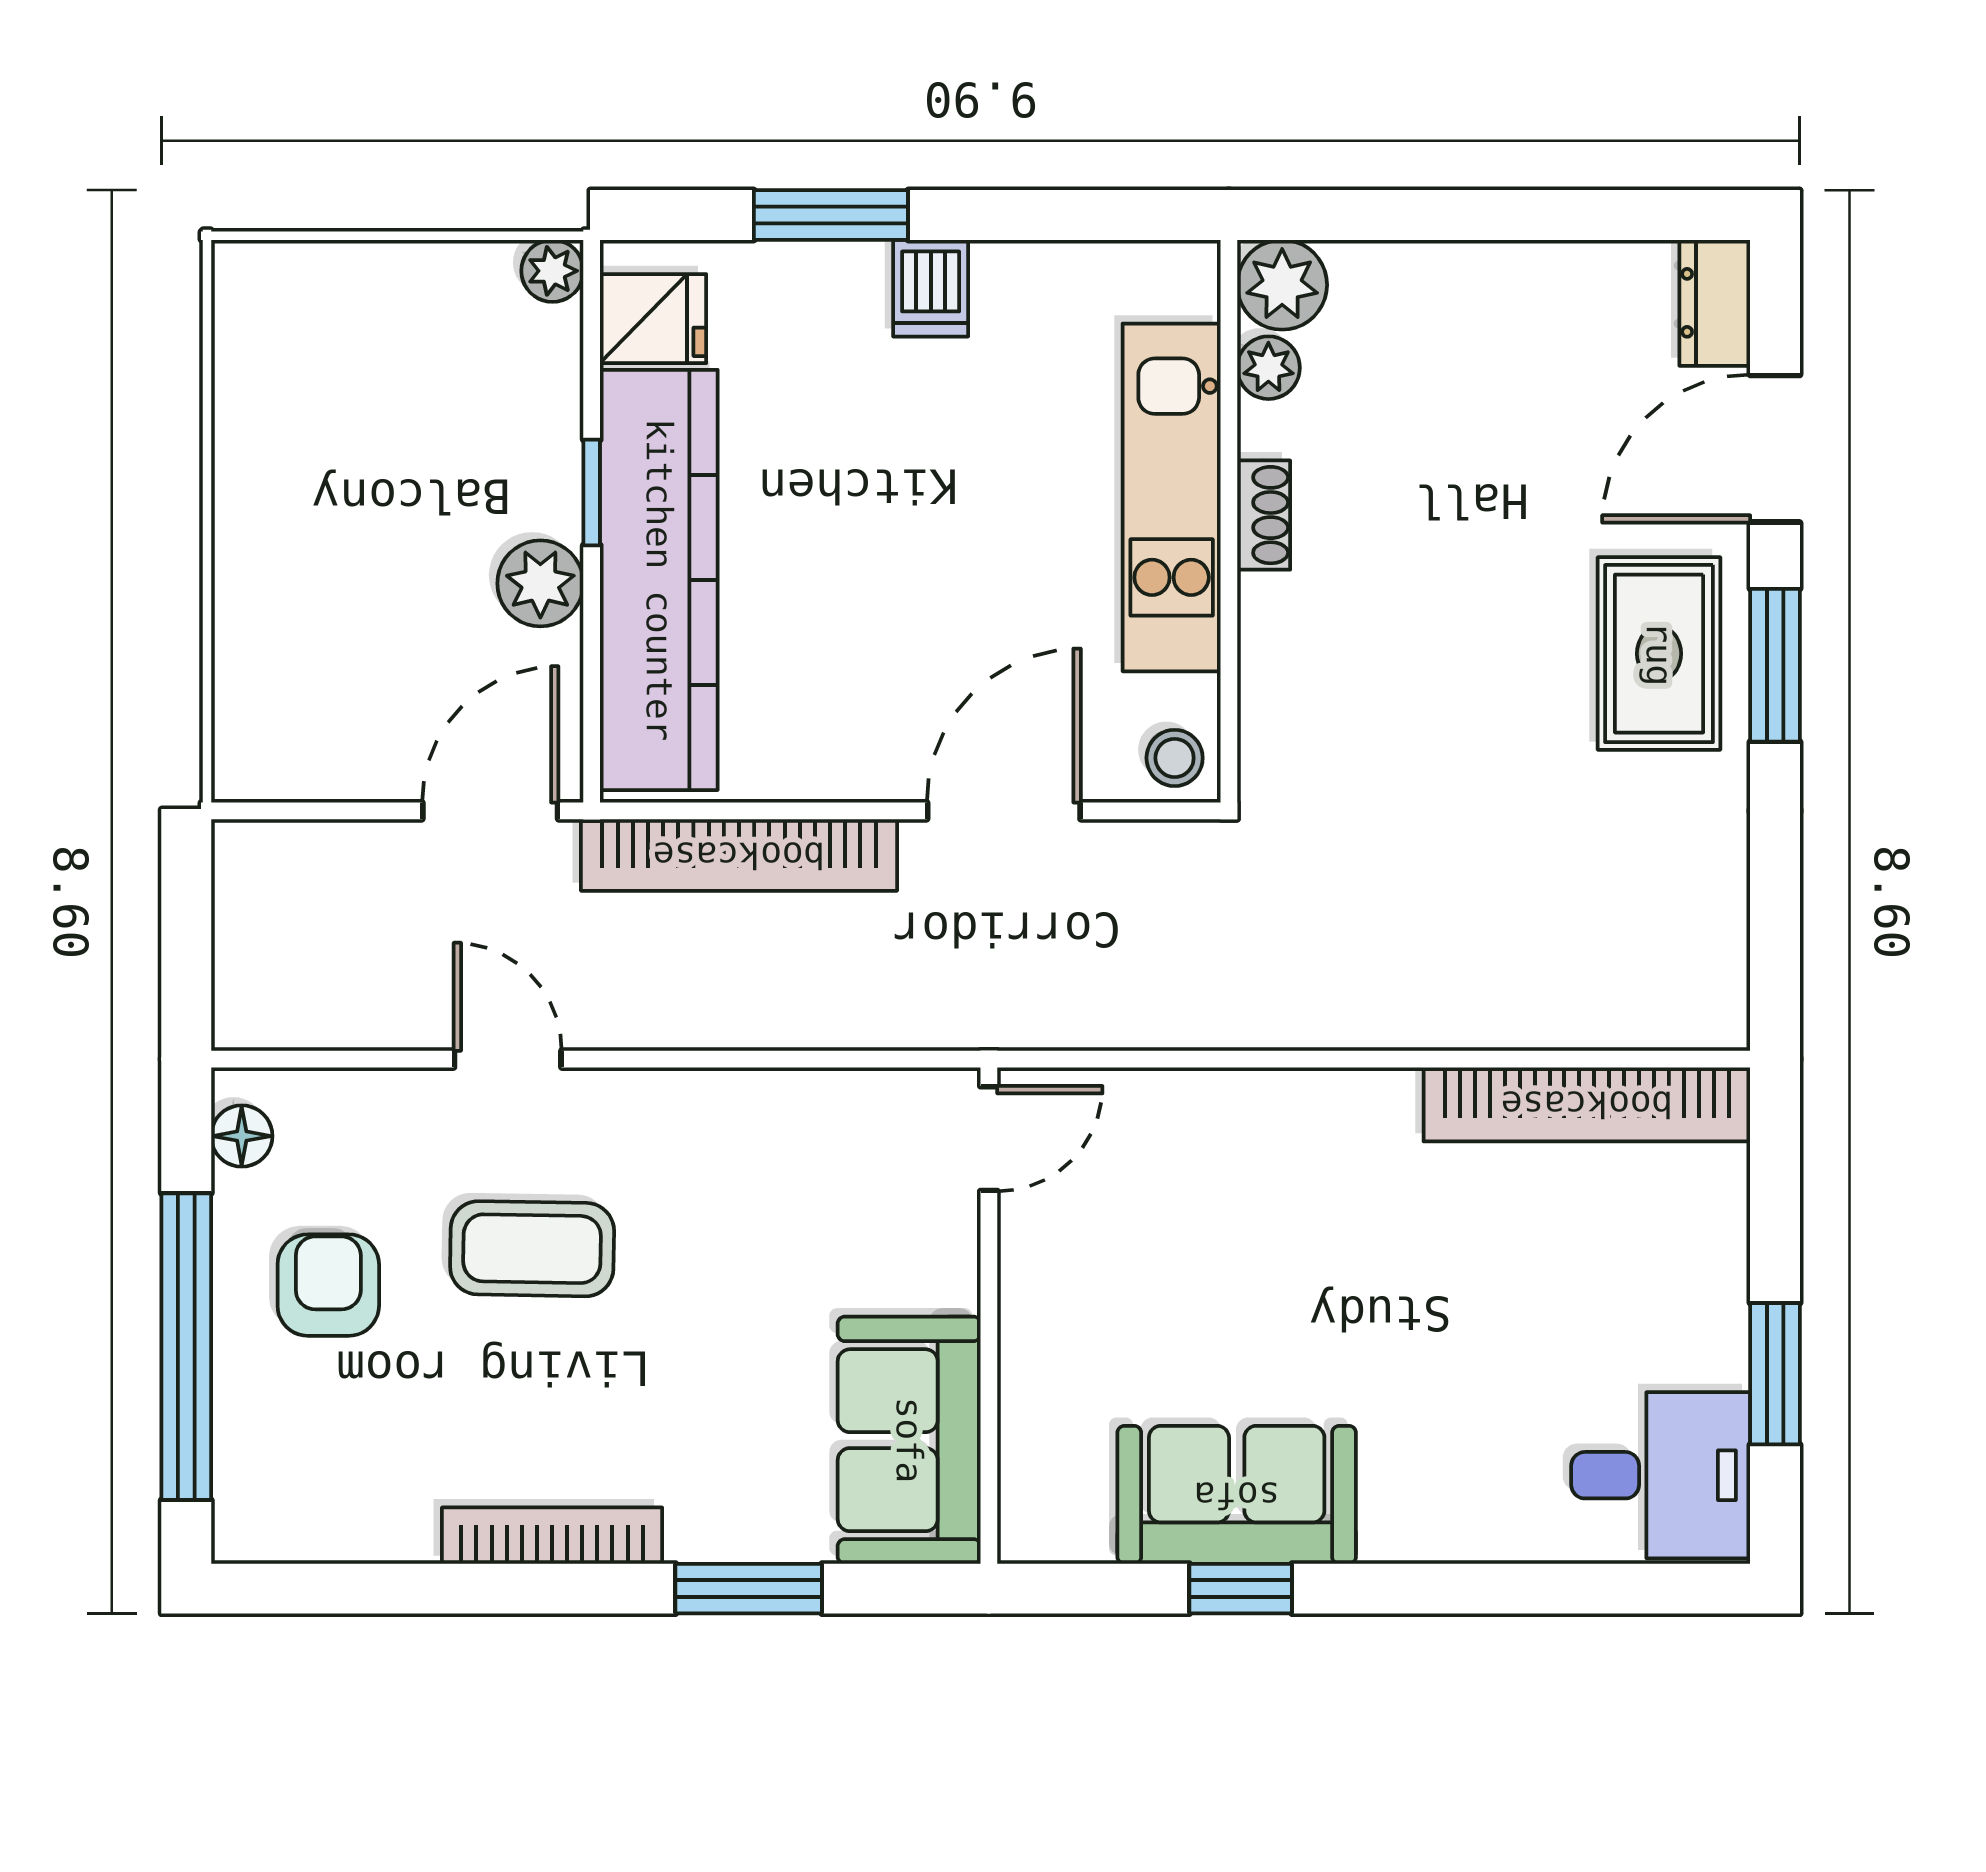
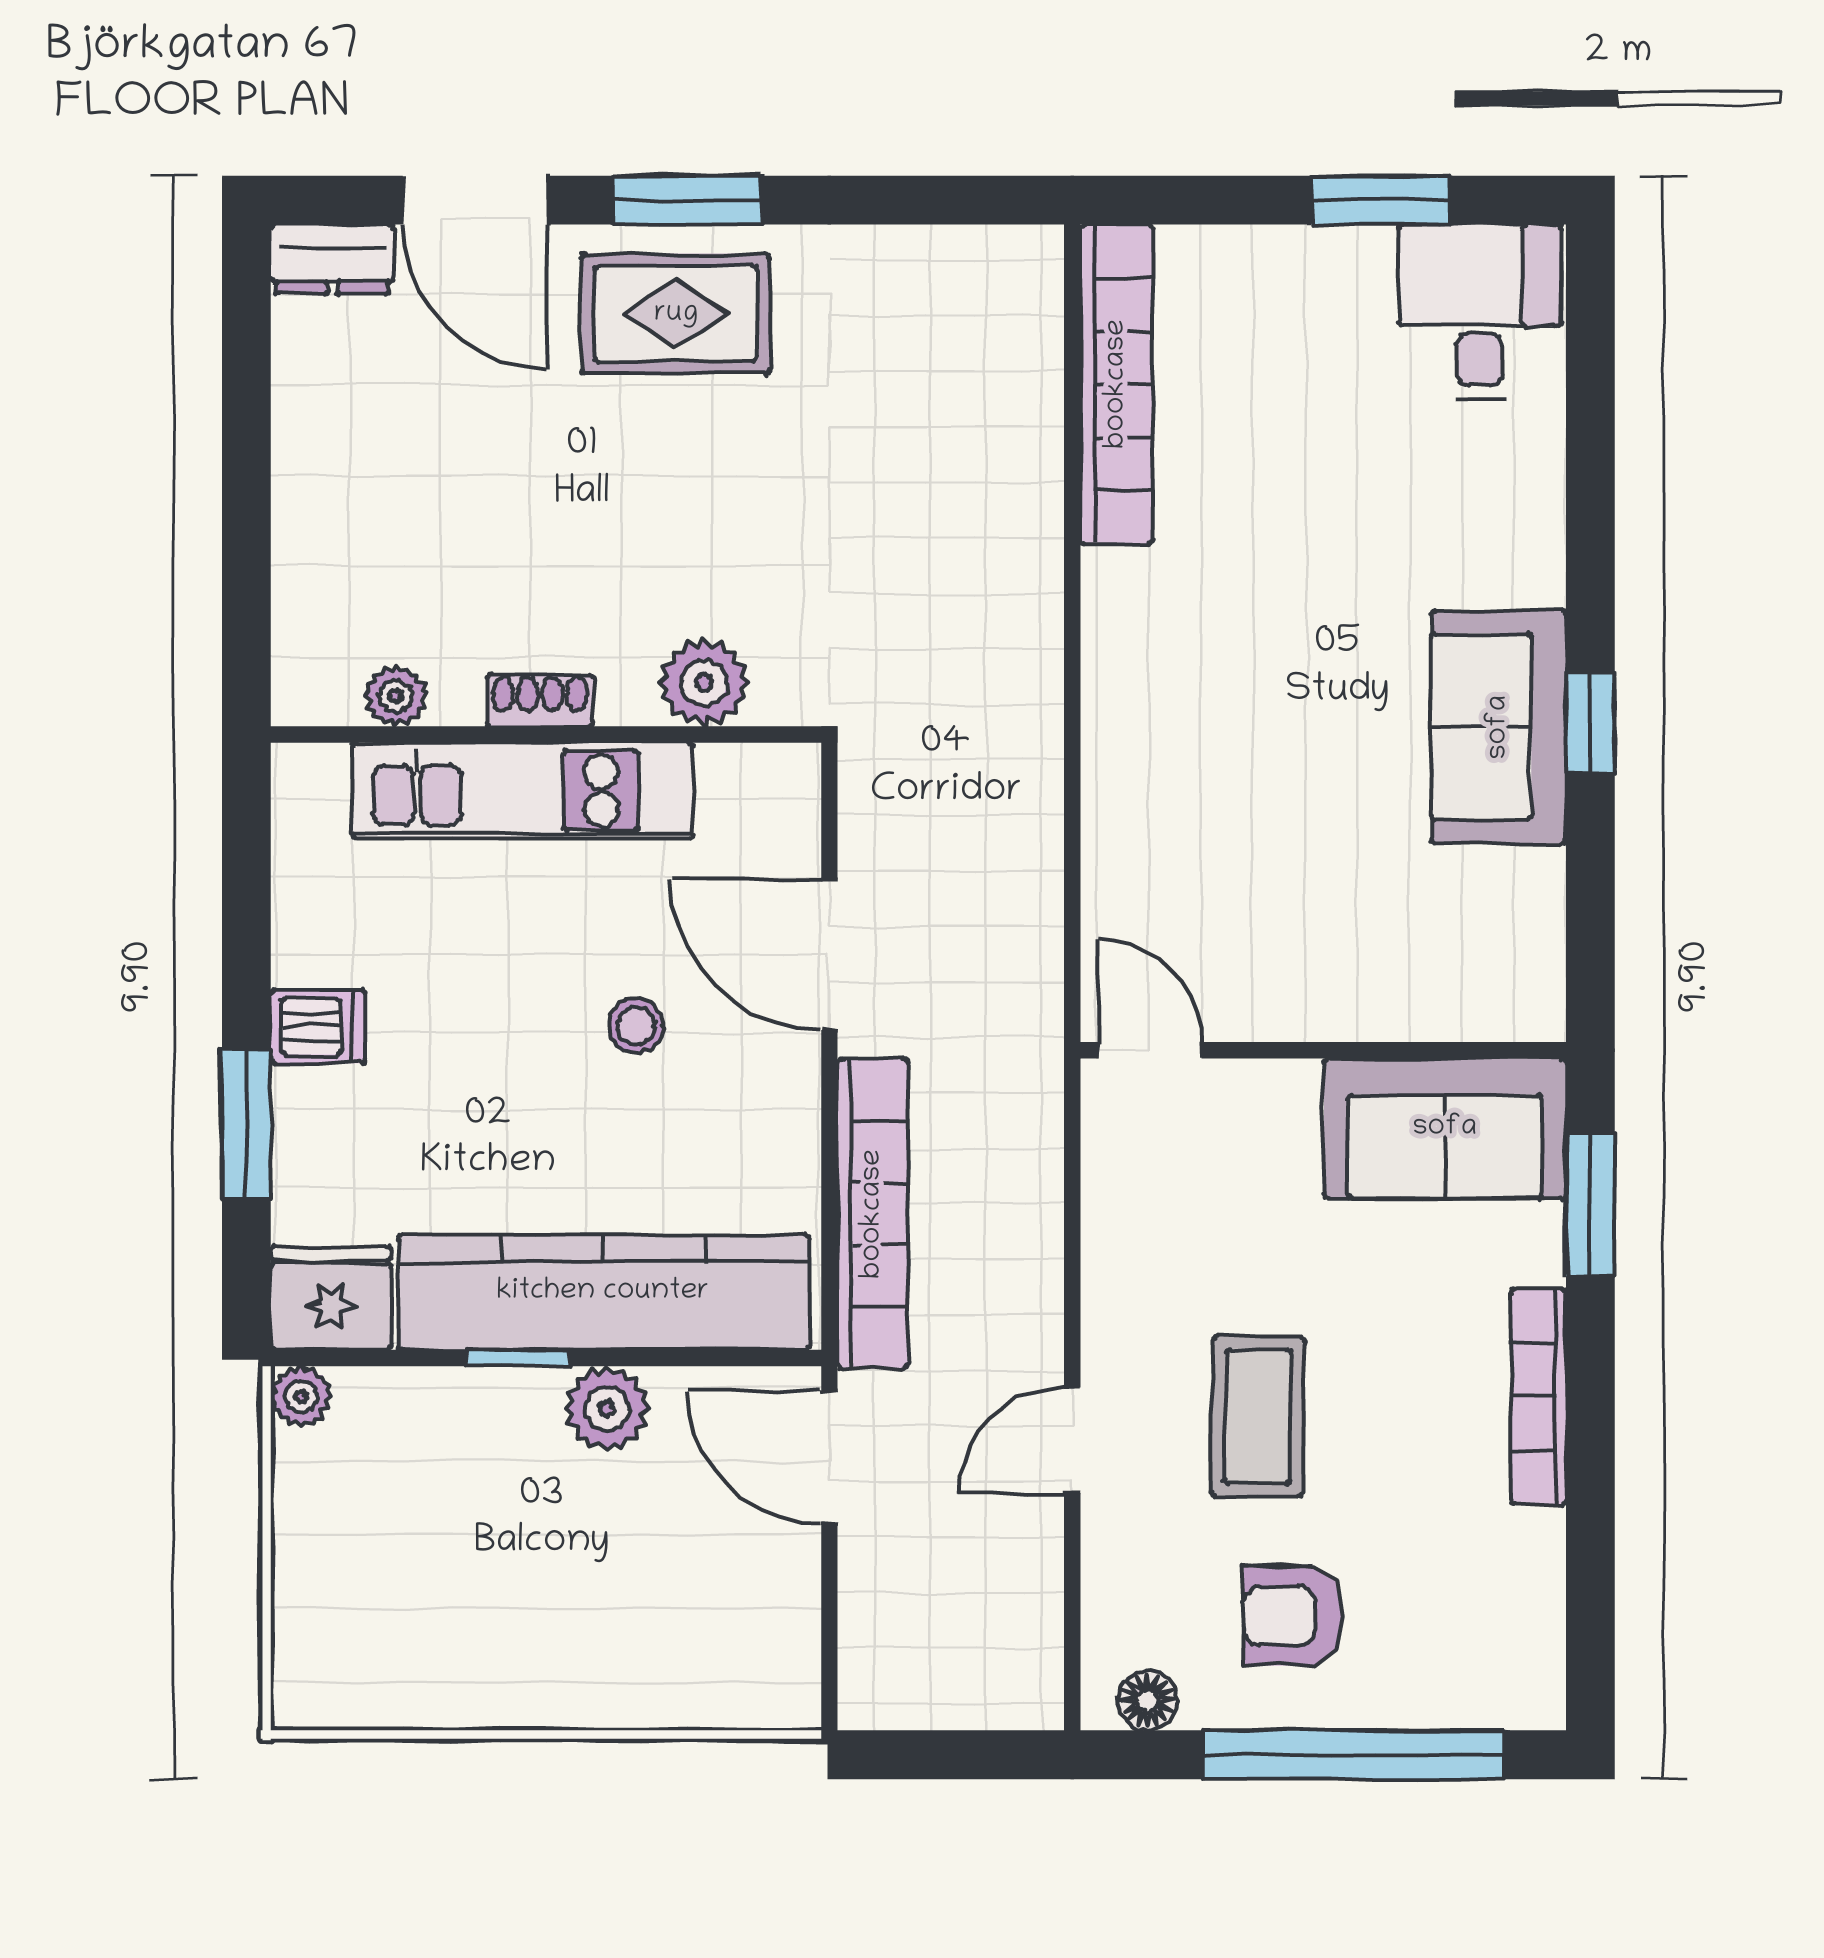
plant: (1282, 285) -> (704, 682), moved
fridge: (653, 319) -> (331, 1298), width x1.38
stool: (1175, 758) -> (636, 1026), moved
door: (989, 1139) -> (1150, 1050), moved
wall: (989, 1316) -> (1323, 1050), moved
sofa: (909, 1440) -> (1445, 1128), moved

